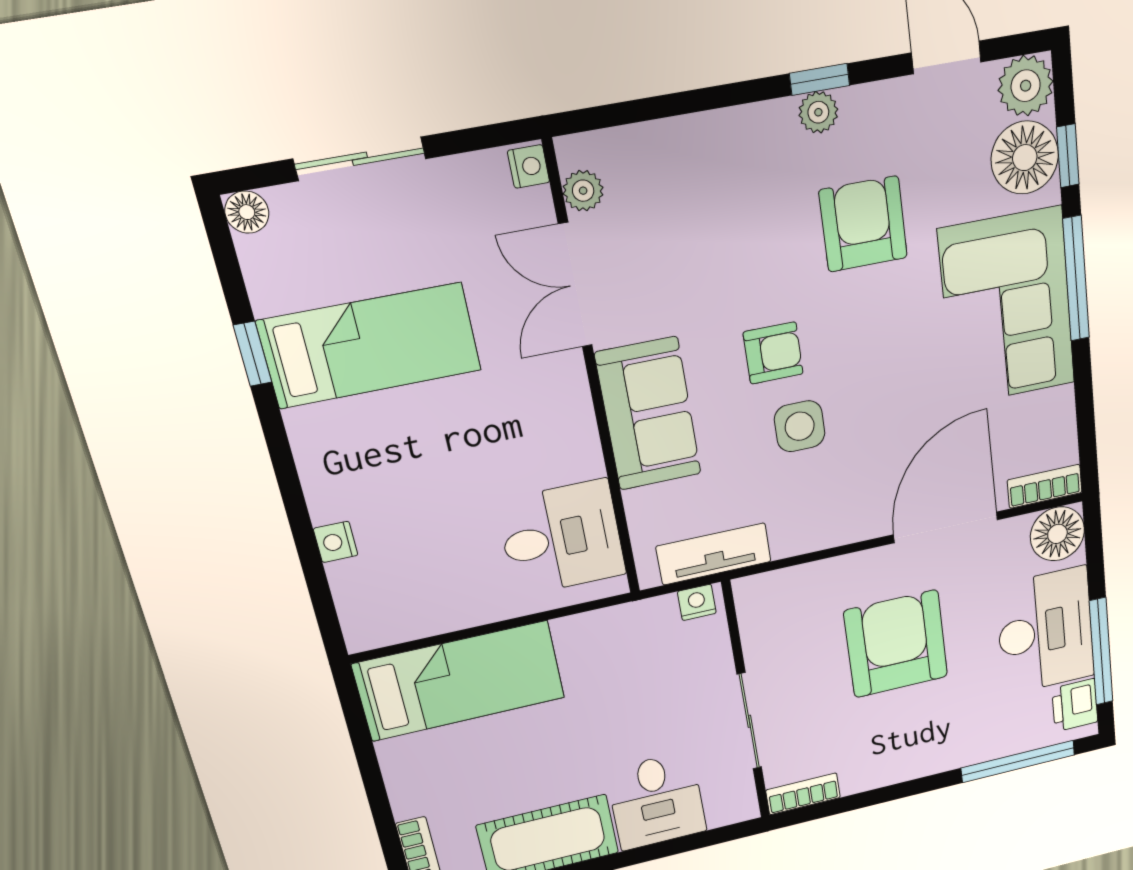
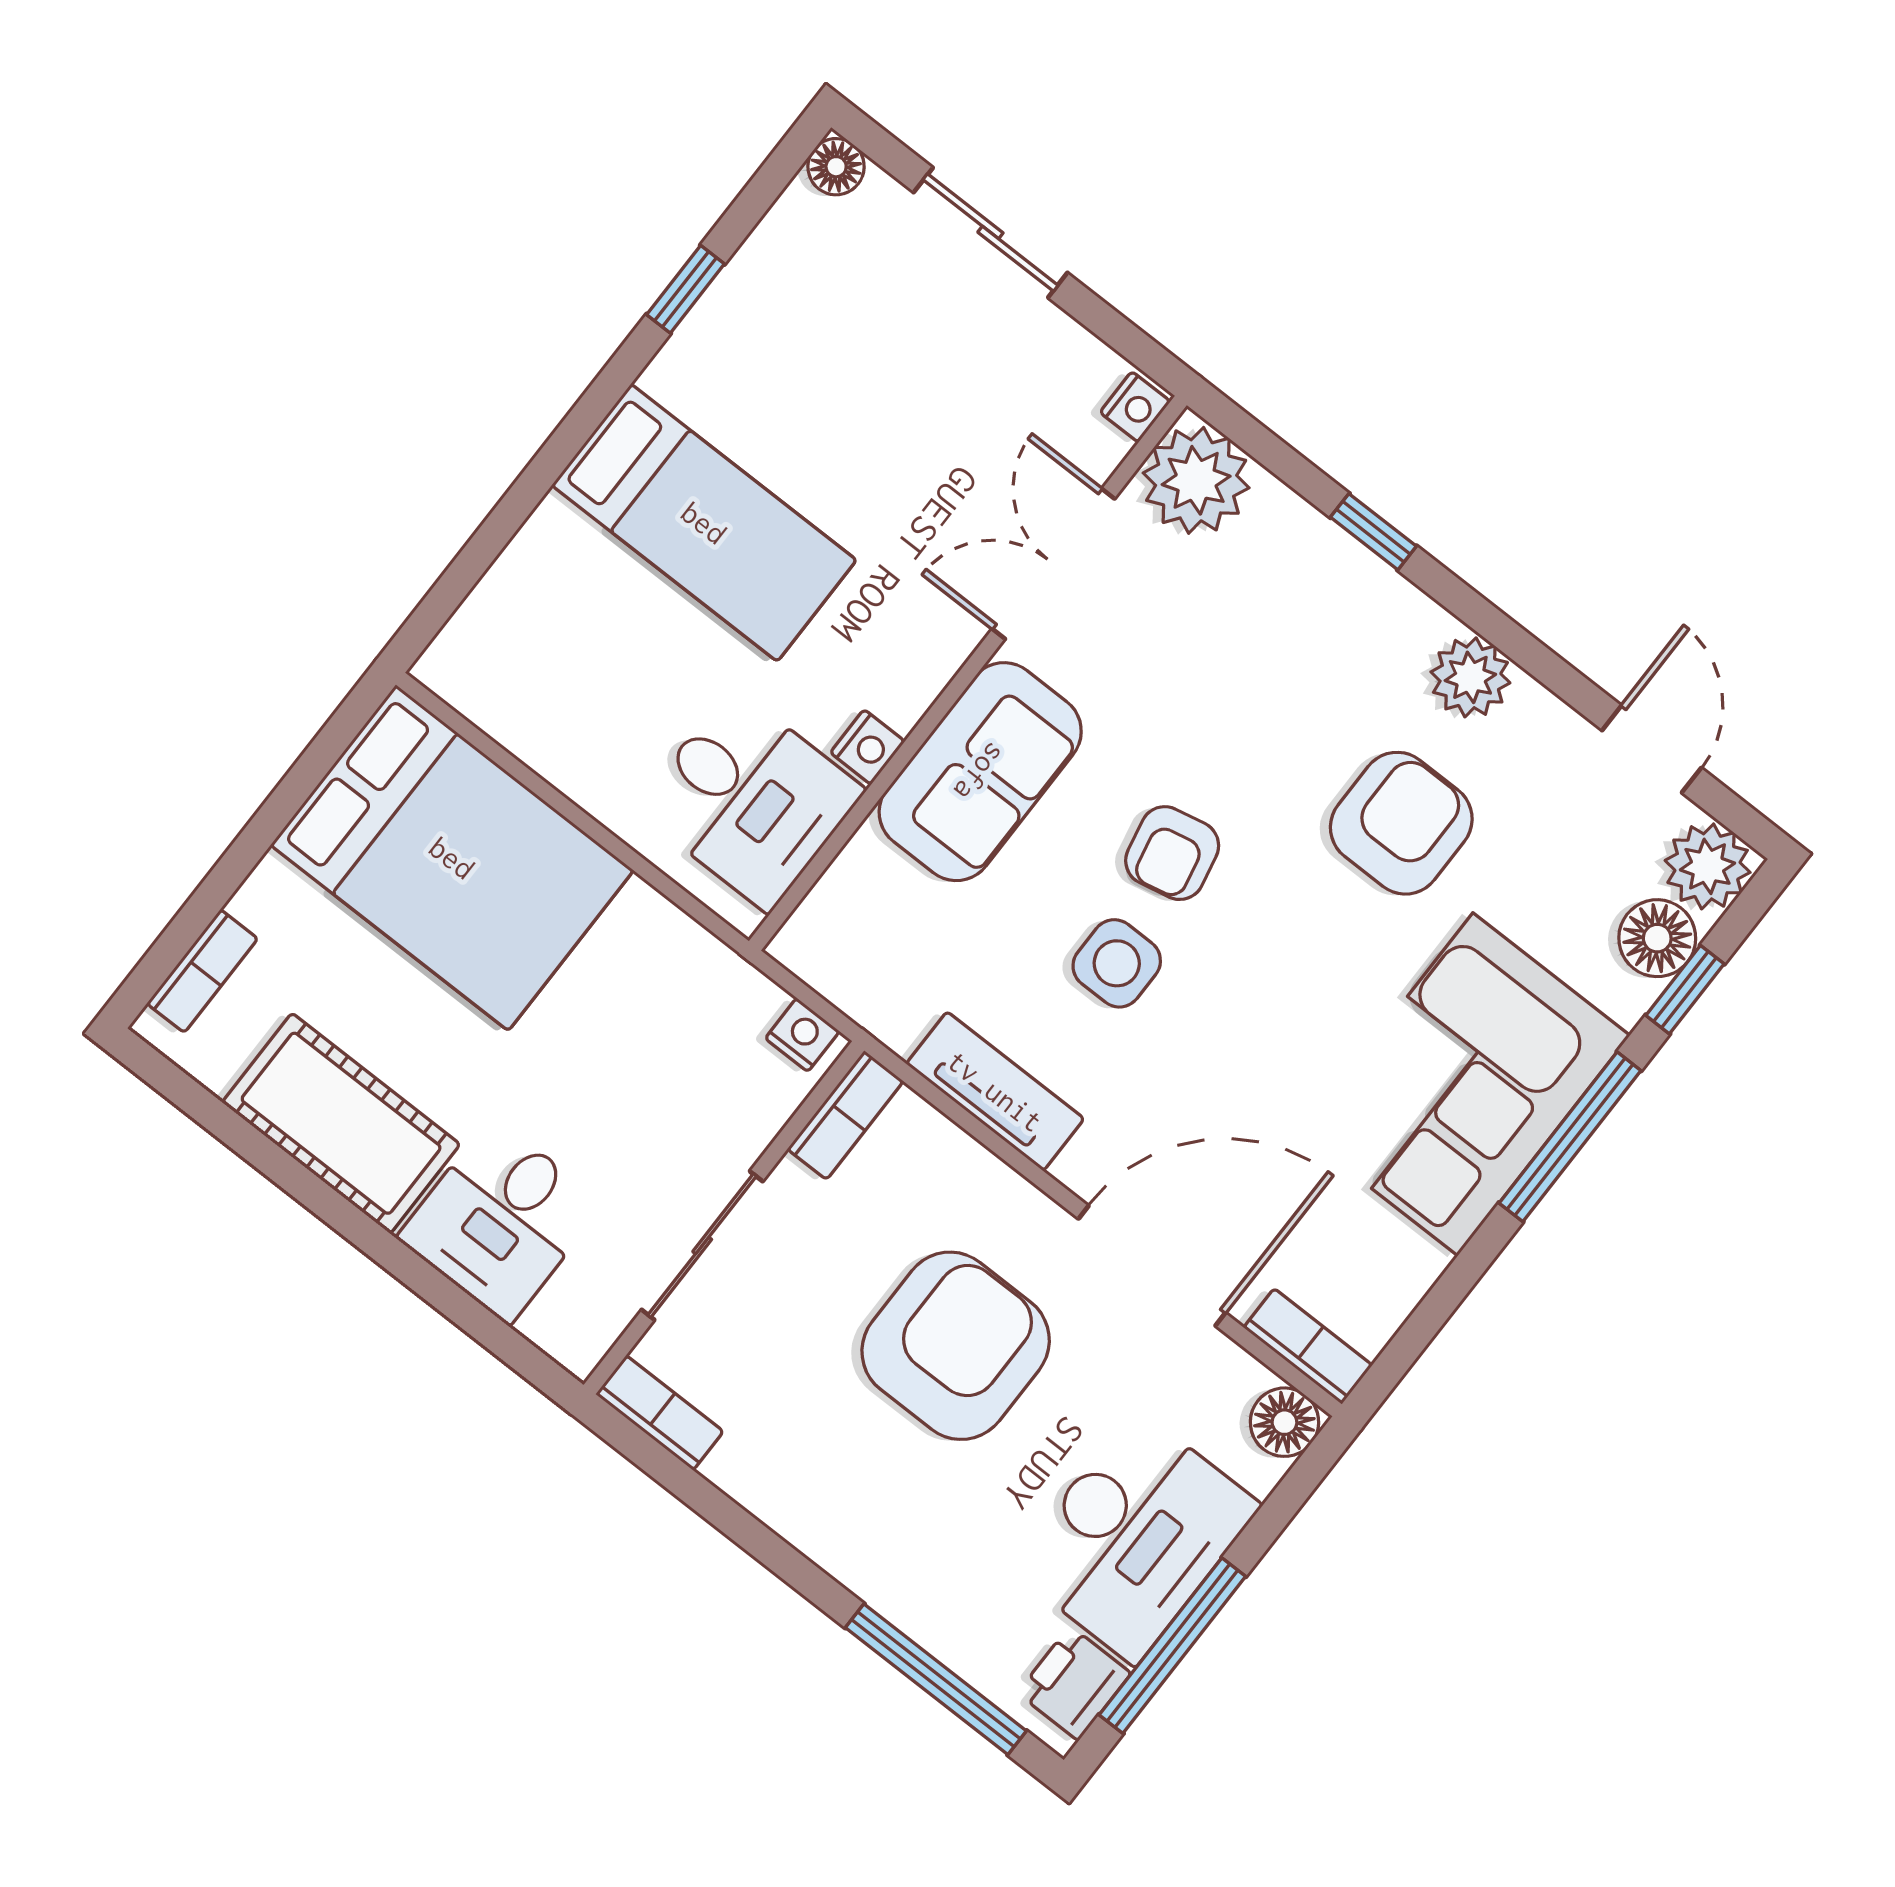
window: (819, 79) -> (1373, 532), moved
plant: (818, 112) -> (1470, 677), width x1.38, depth x1.38
floor lamp: (1025, 158) -> (1657, 938), width x0.73, depth x0.73
plant: (583, 191) -> (1196, 480), width x1.88, depth x1.88
bed: (370, 346) -> (704, 523), moved
armchair: (773, 353) -> (1172, 853), turned 78
floor lamp: (1057, 534) -> (1284, 1422), width x0.73, depth x0.73
nightstand: (336, 542) -> (868, 747), moved, turned 180
tv unit: (714, 554) -> (995, 1091), moved
bookcase: (751, 612) -> (845, 1115), added
bed: (460, 681) -> (452, 858), width x1.50

